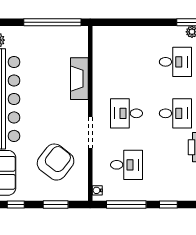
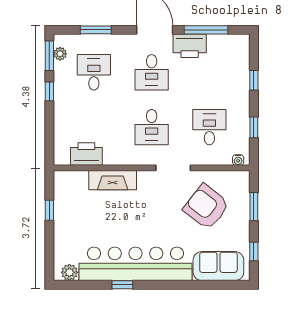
window: (52, 22) -> (49, 210), width x0.32
window: (158, 22) -> (49, 91), added
printer: (102, 55) -> (86, 154), added
desk: (175, 113) -> (152, 72), turned 180
window: (126, 204) -> (254, 127), width x0.46

